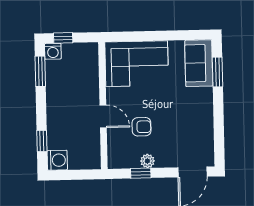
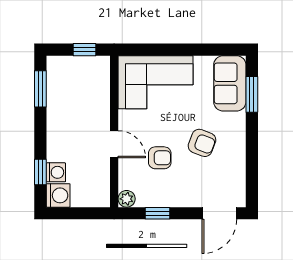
window: (63, 38) -> (84, 50), moved
washing machine: (53, 51) -> (56, 172), moved, turned -90
armchair: (177, 114) -> (202, 143), added
plant: (147, 161) -> (127, 199), moved

